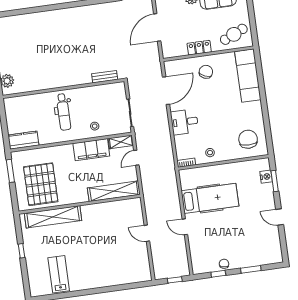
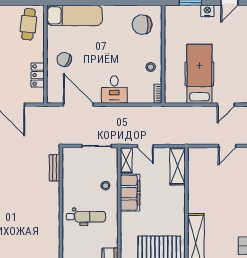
cafe table: (234, 34) -> (28, 24), turned 30
locker: (199, 48) -> (38, 75), moved
nightstand: (266, 177) -> (207, 11), moved
shelving: (114, 191) -> (178, 166), width x0.68

